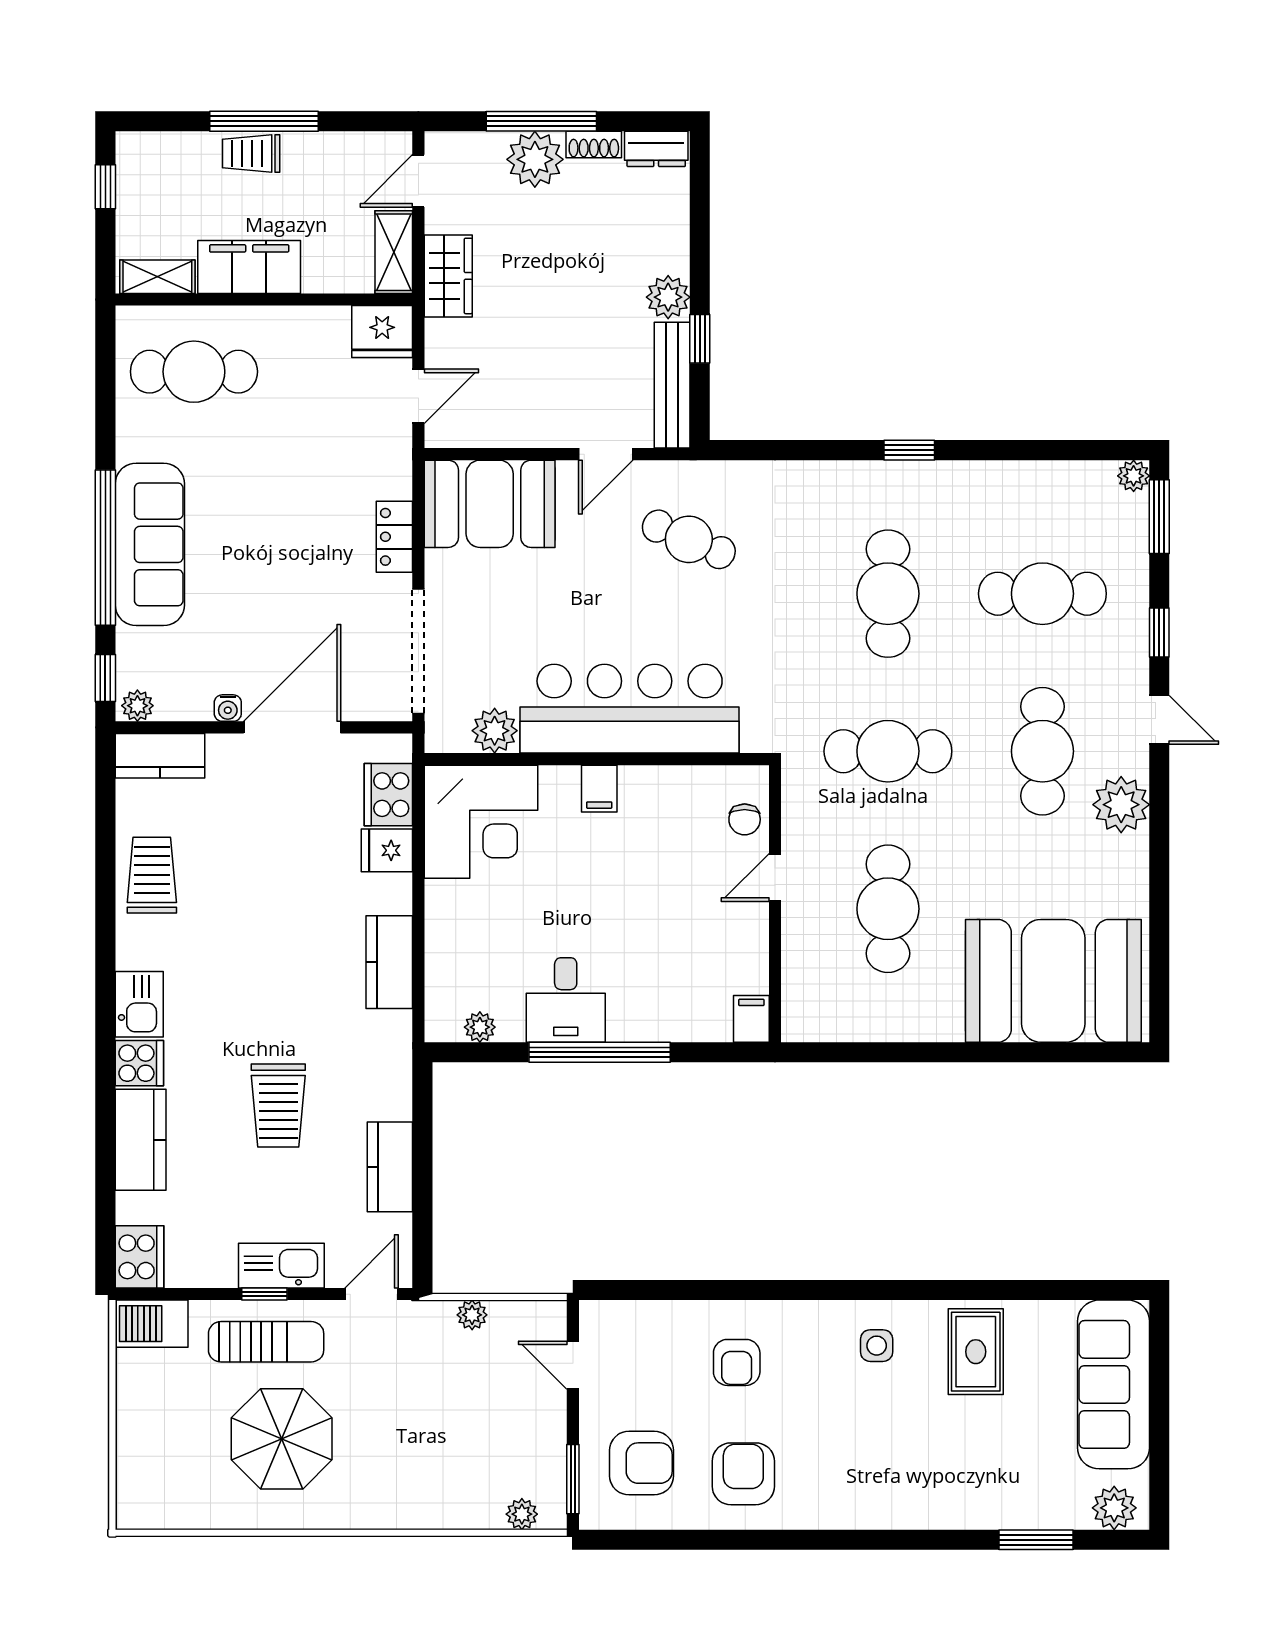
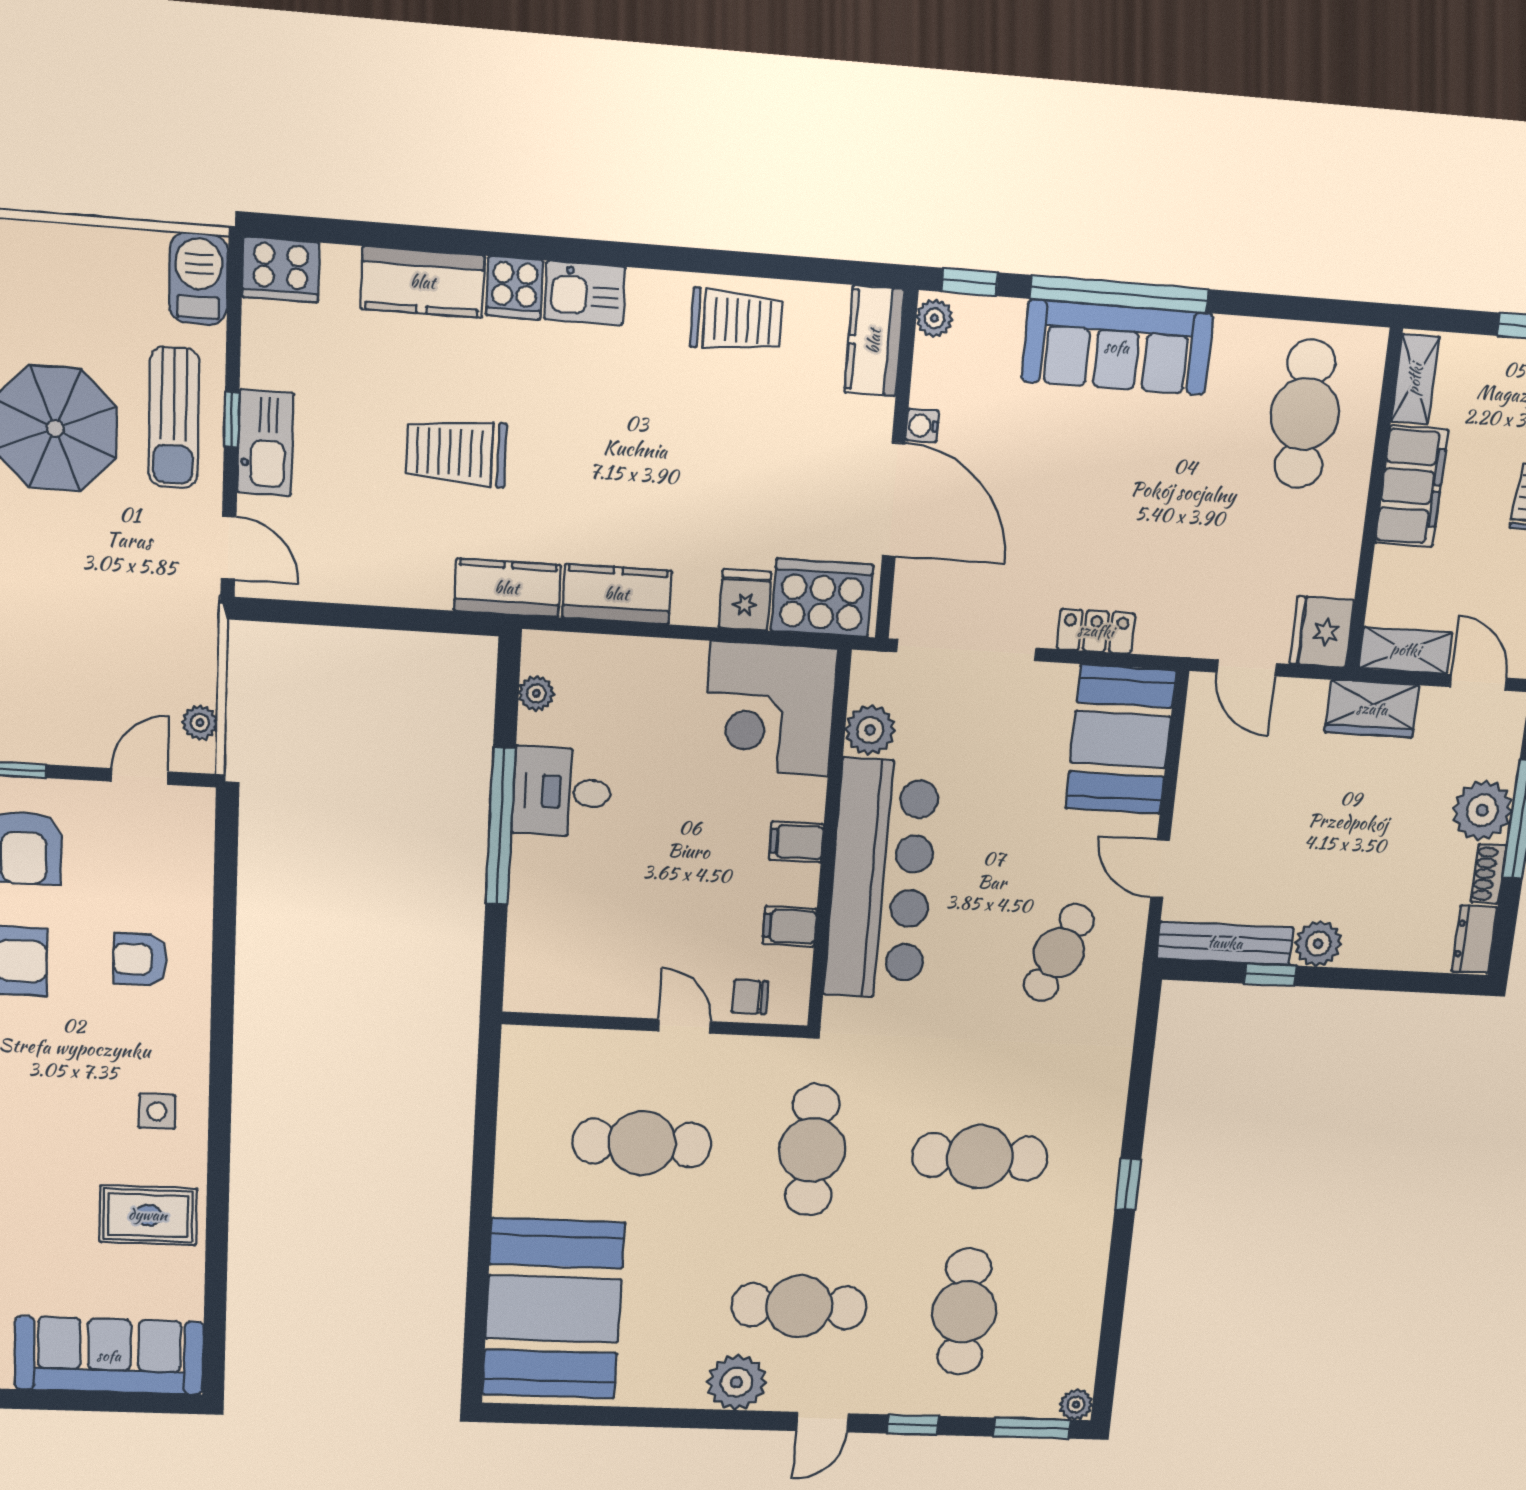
cooker: (388, 795) -> (822, 598), width x1.37, depth x1.31
filing cabinet: (751, 1019) -> (790, 926), moved, turned 180
kitchen counter: (390, 1167) -> (507, 588), moved
plant: (472, 1315) -> (200, 723), moved

